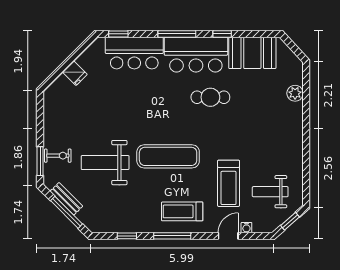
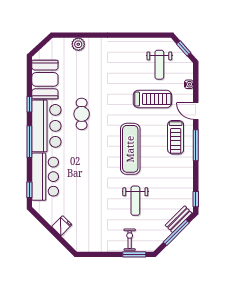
weight bench: (105, 163) -> (135, 201), width x0.73, depth x0.75
bench: (66, 199) -> (179, 219), moved
window: (127, 236) -> (196, 199), moved
door: (228, 236) -> (196, 111), moved

